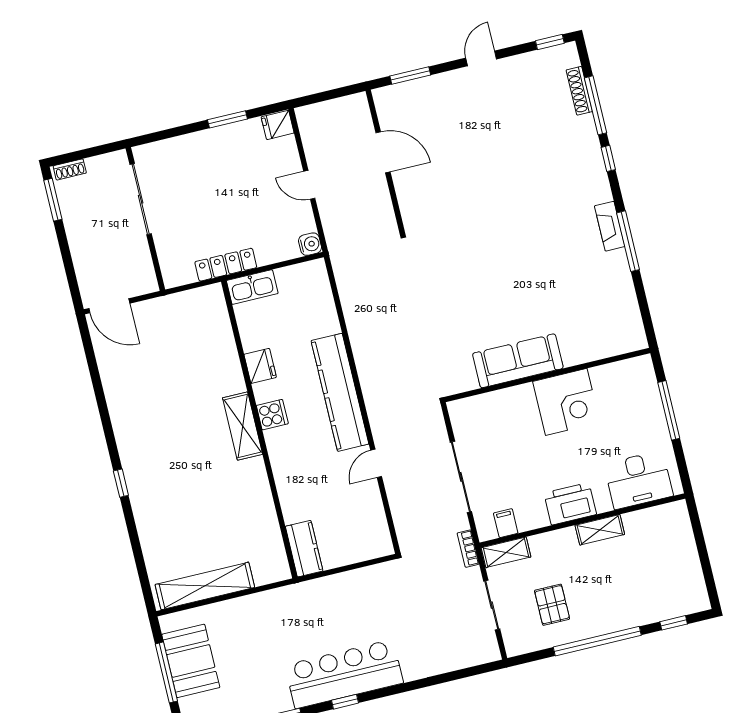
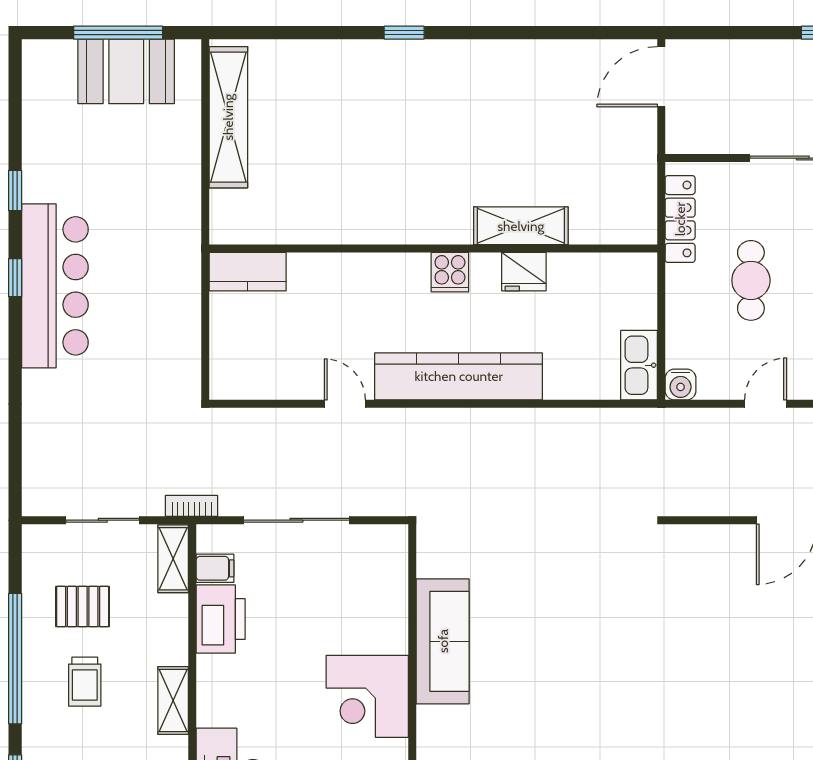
cafe table: (230, 214) -> (751, 280), added
locker: (226, 265) -> (680, 219), moved
kitchen sink: (252, 287) -> (639, 365), moved
shelving: (243, 426) -> (521, 226), moved
printer: (570, 504) -> (221, 619), moved
trolley: (601, 591) -> (85, 682), added

